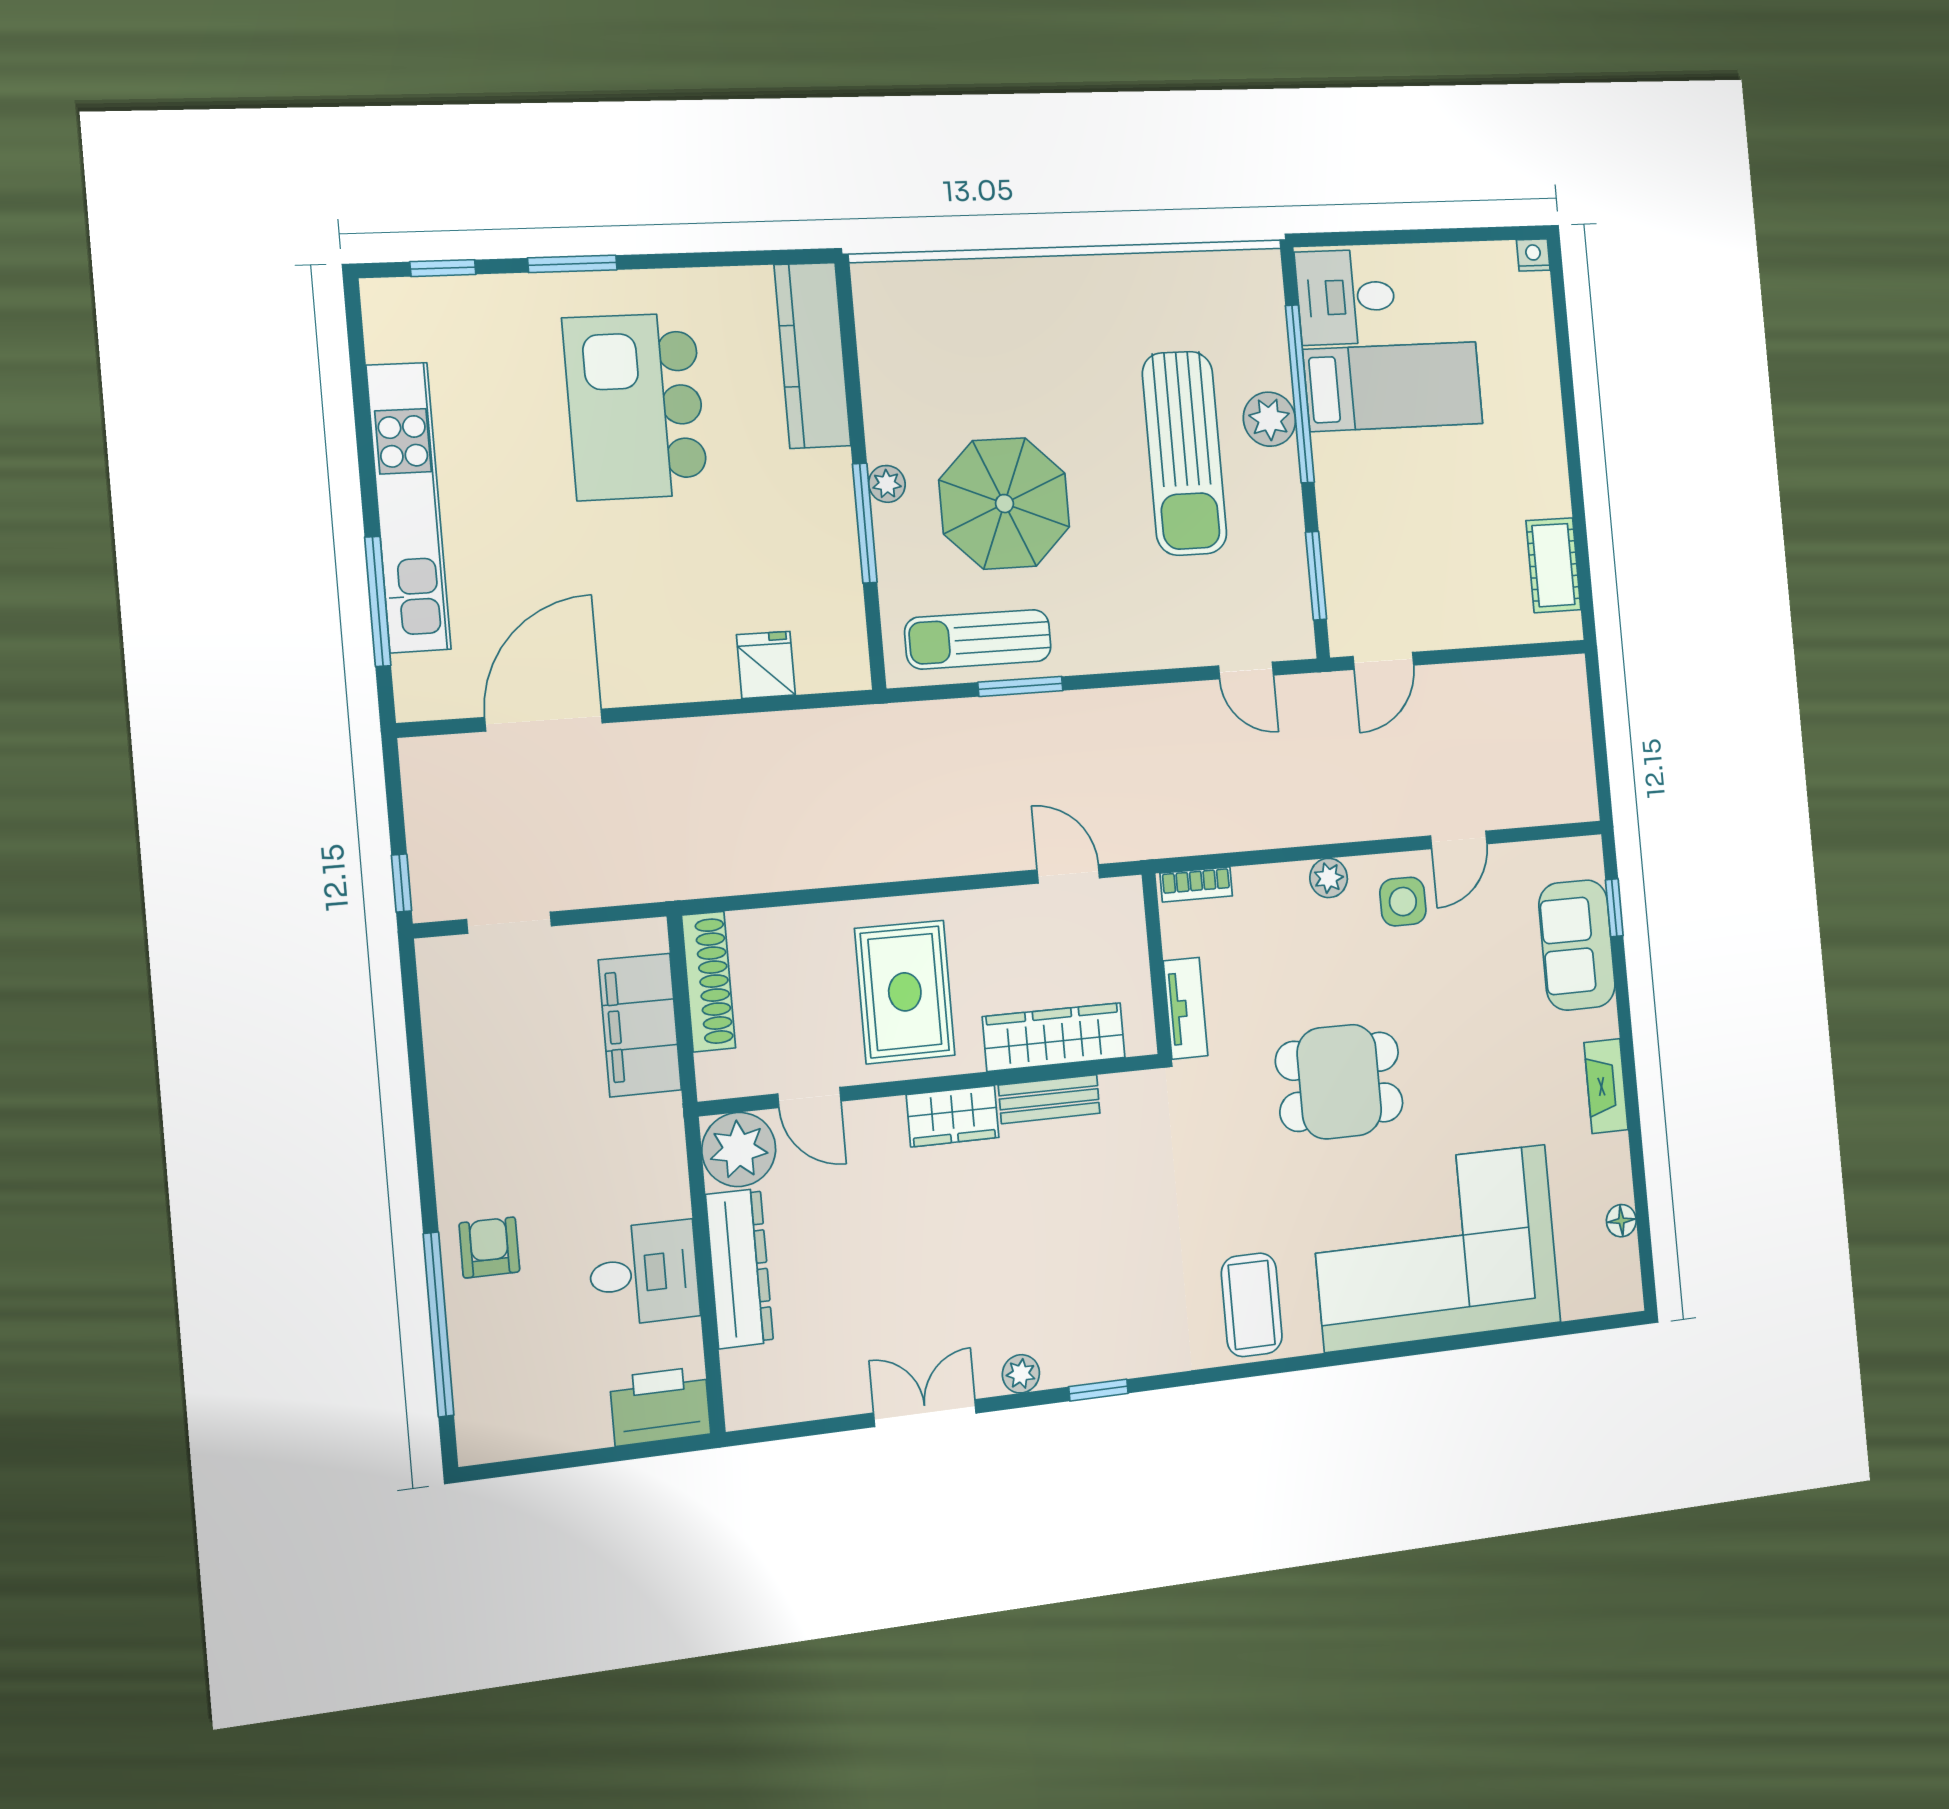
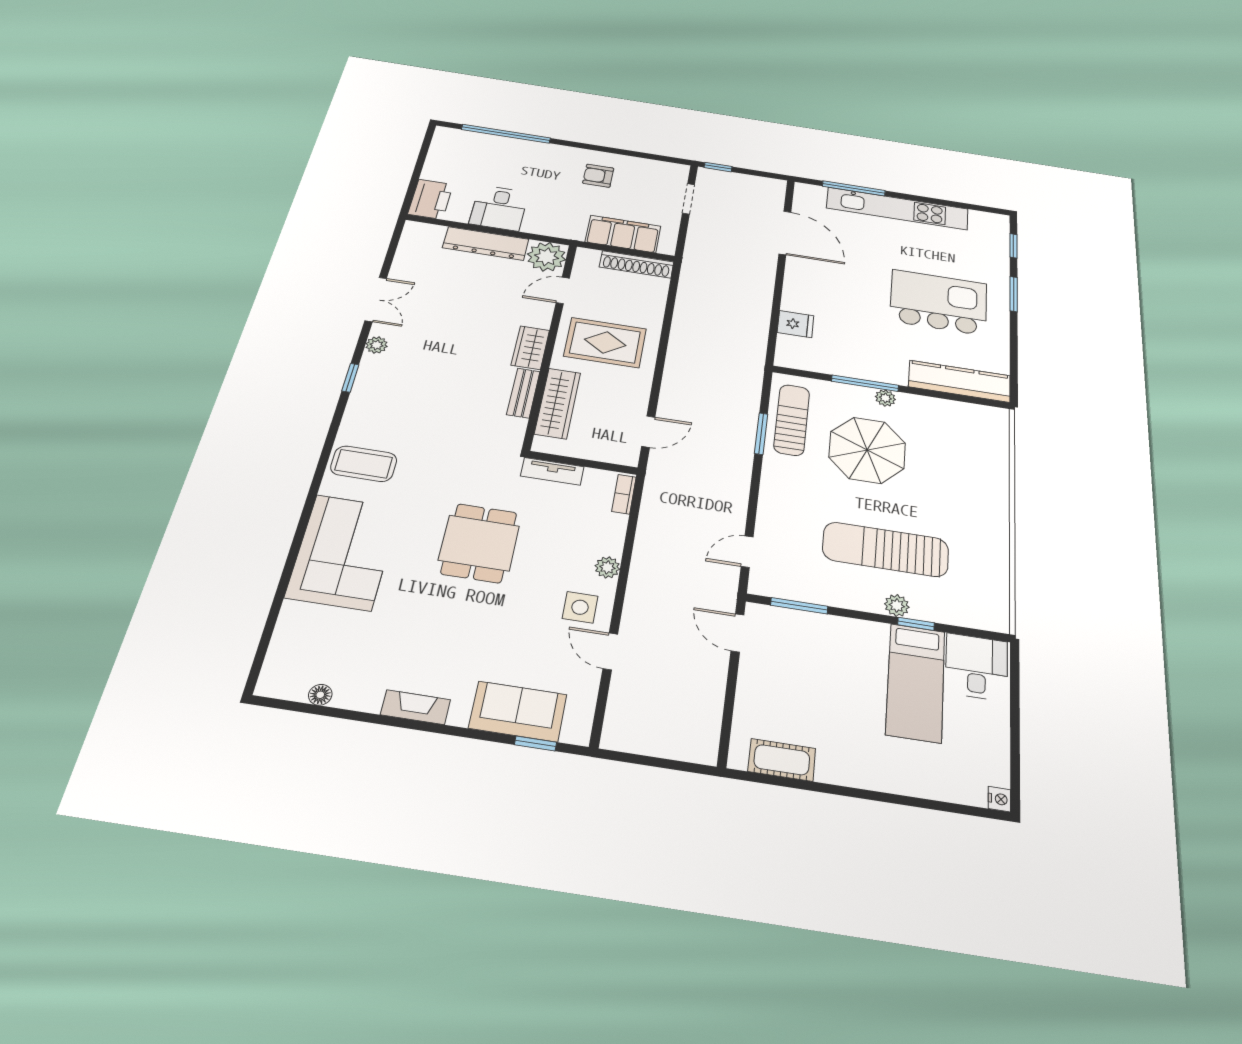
window: (1300, 394) -> (916, 624), width x0.32
plant: (1269, 419) -> (897, 606), width x0.73, depth x0.73
armchair: (489, 1247) -> (598, 176), moved, turned 180
corner sofa: (1436, 1248) -> (343, 552), width x0.73, depth x0.74

